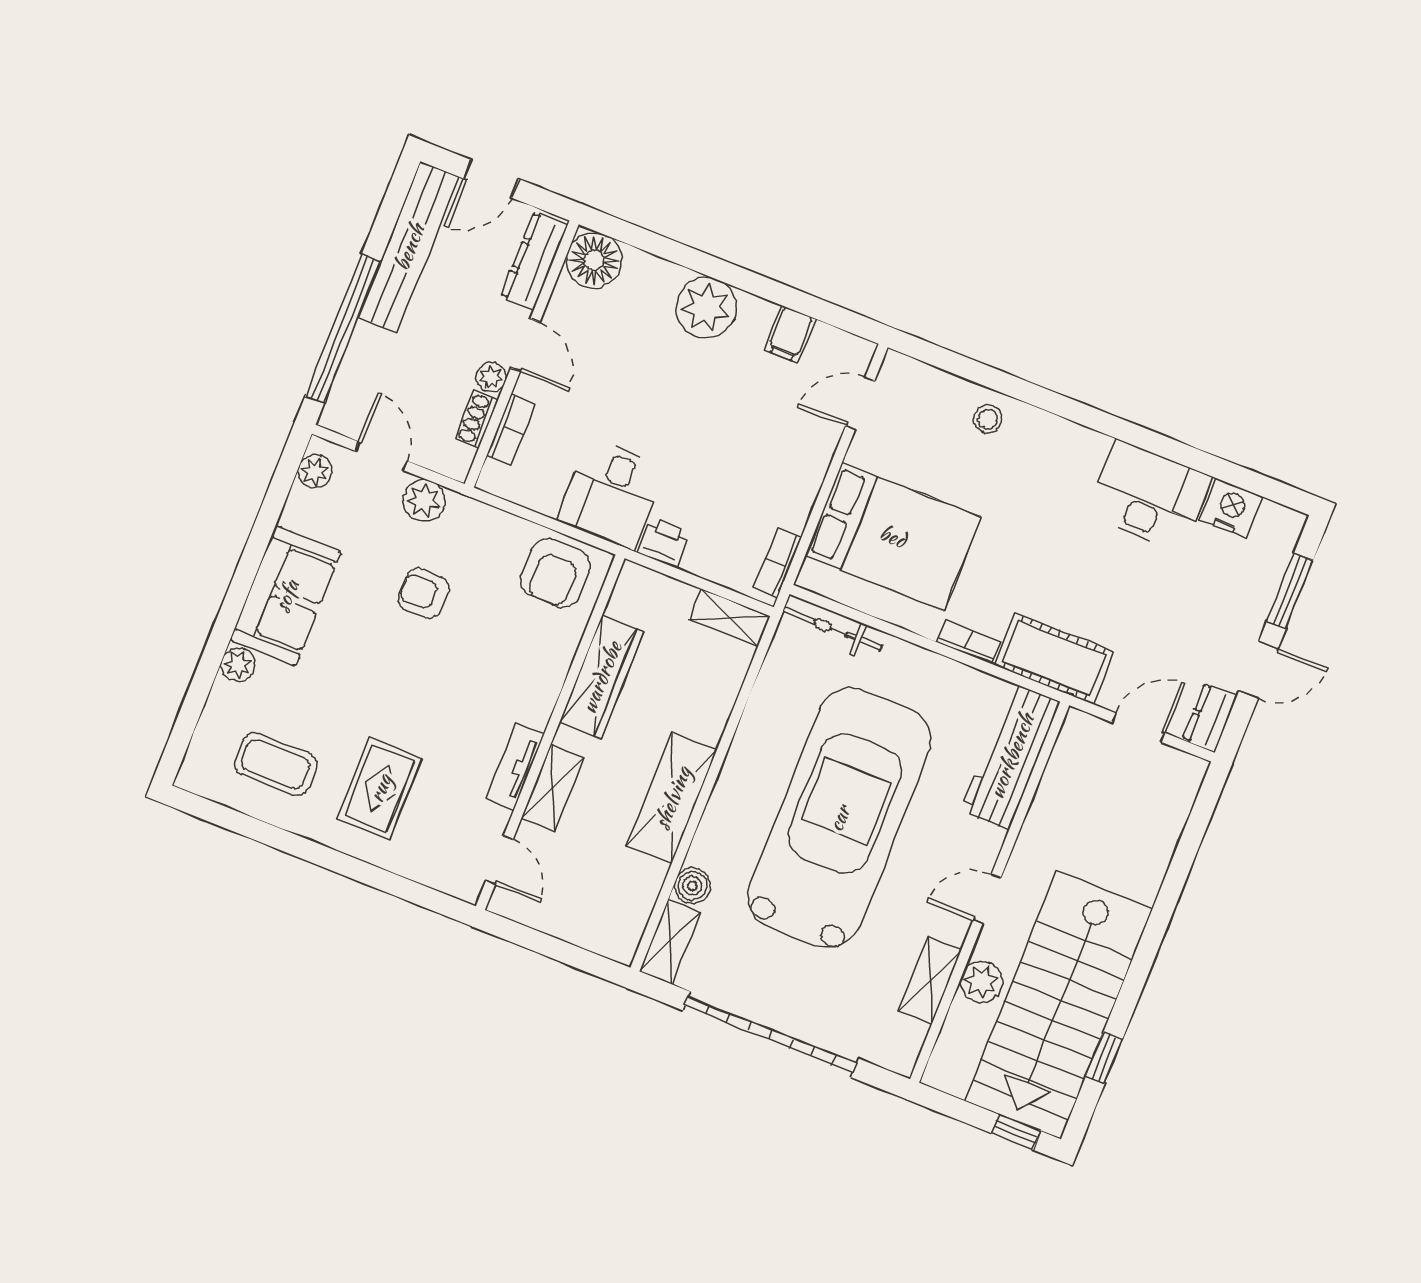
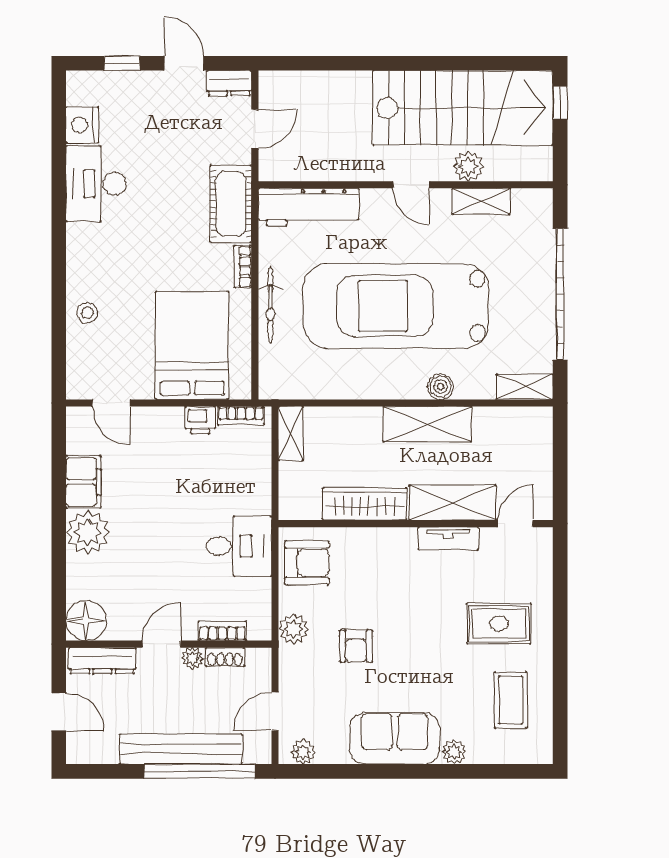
bench: (409, 247) -> (181, 749), moved
filing cabinet: (790, 334) -> (83, 482), width x2.00
plant: (424, 501) -> (294, 629), moved
printer: (663, 543) -> (200, 420), moved, turned -90
window: (1290, 591) -> (122, 63), width x0.67
bicycle: (832, 629) -> (270, 305), moved
door: (1138, 728) -> (255, 129), swing flipped
shelving: (553, 788) -> (453, 503), width x1.50, depth x1.33
boiler: (692, 886) -> (440, 387), moved
window: (1104, 1058) -> (487, 63), removed

